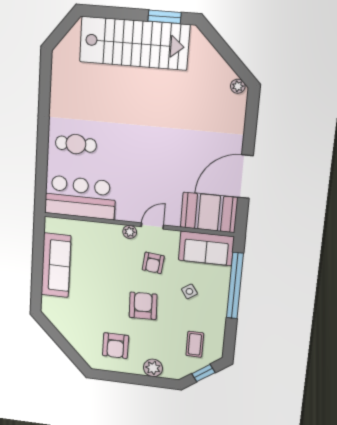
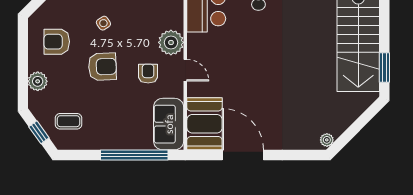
plant: (130, 232) -> (171, 42), width x1.88, depth x1.88
armchair: (153, 263) -> (148, 74), turned 84
side table: (189, 291) -> (103, 23), moved

